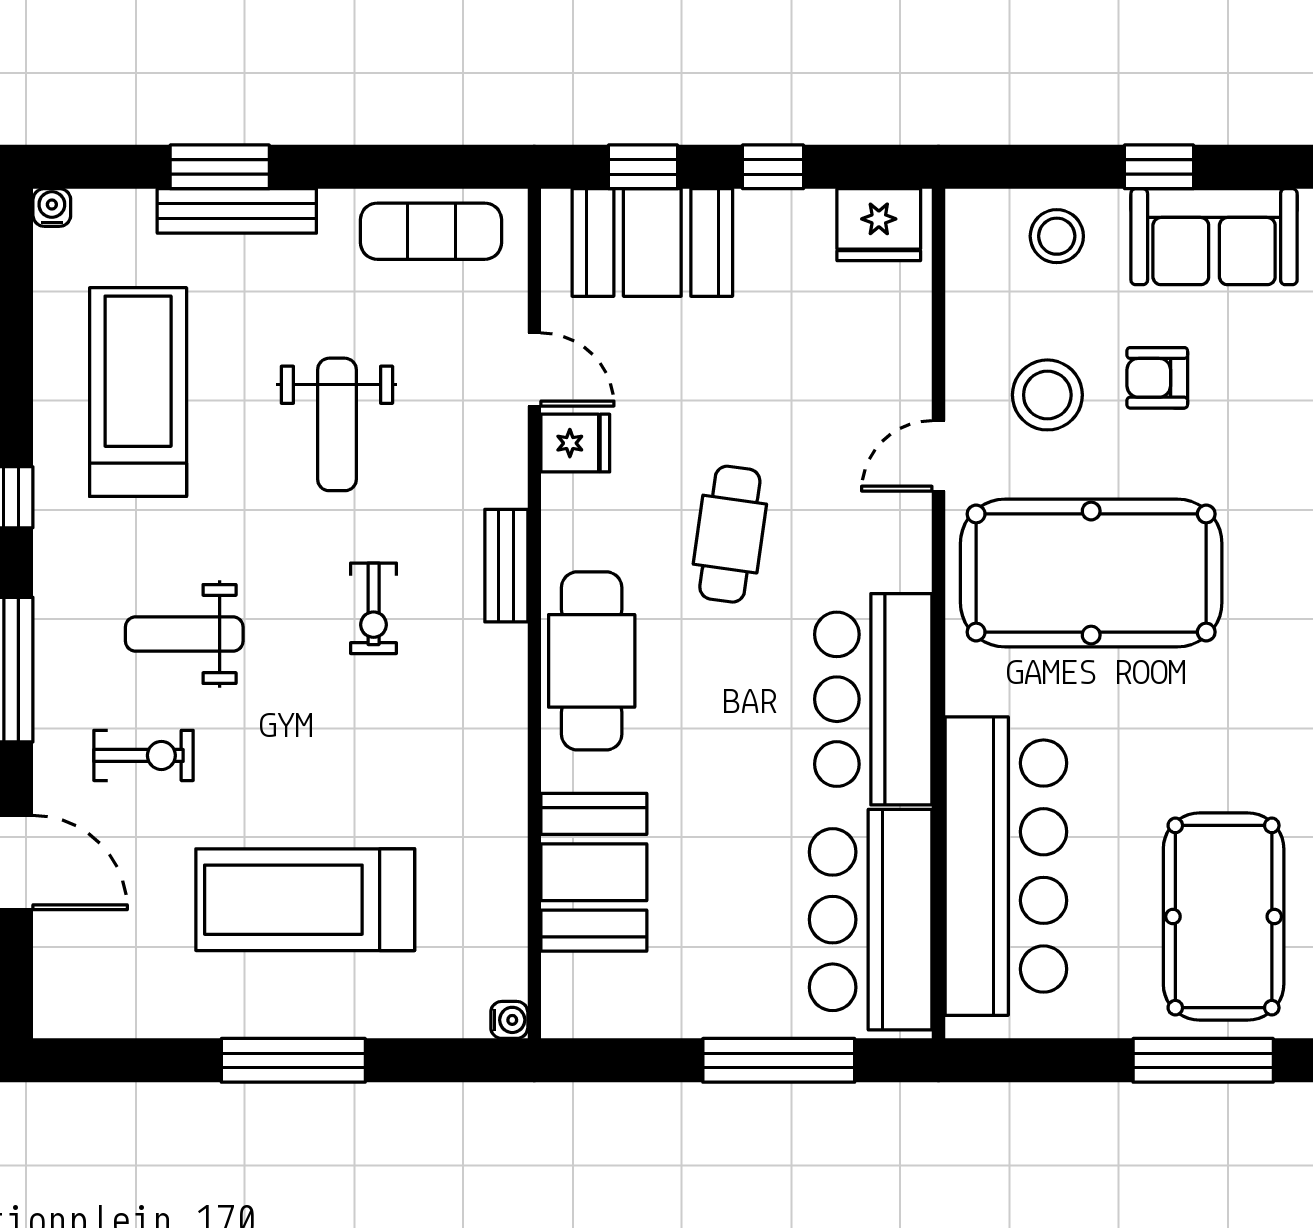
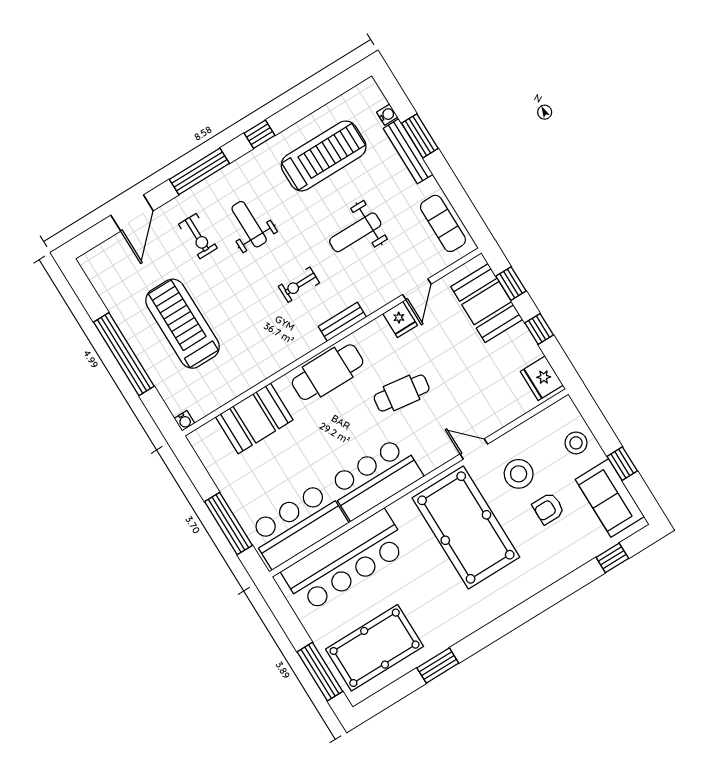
water cooler: (52, 208) -> (387, 115), moved
armchair: (1157, 378) -> (548, 508), turned -90
window: (293, 1060) -> (124, 354), width x1.46

